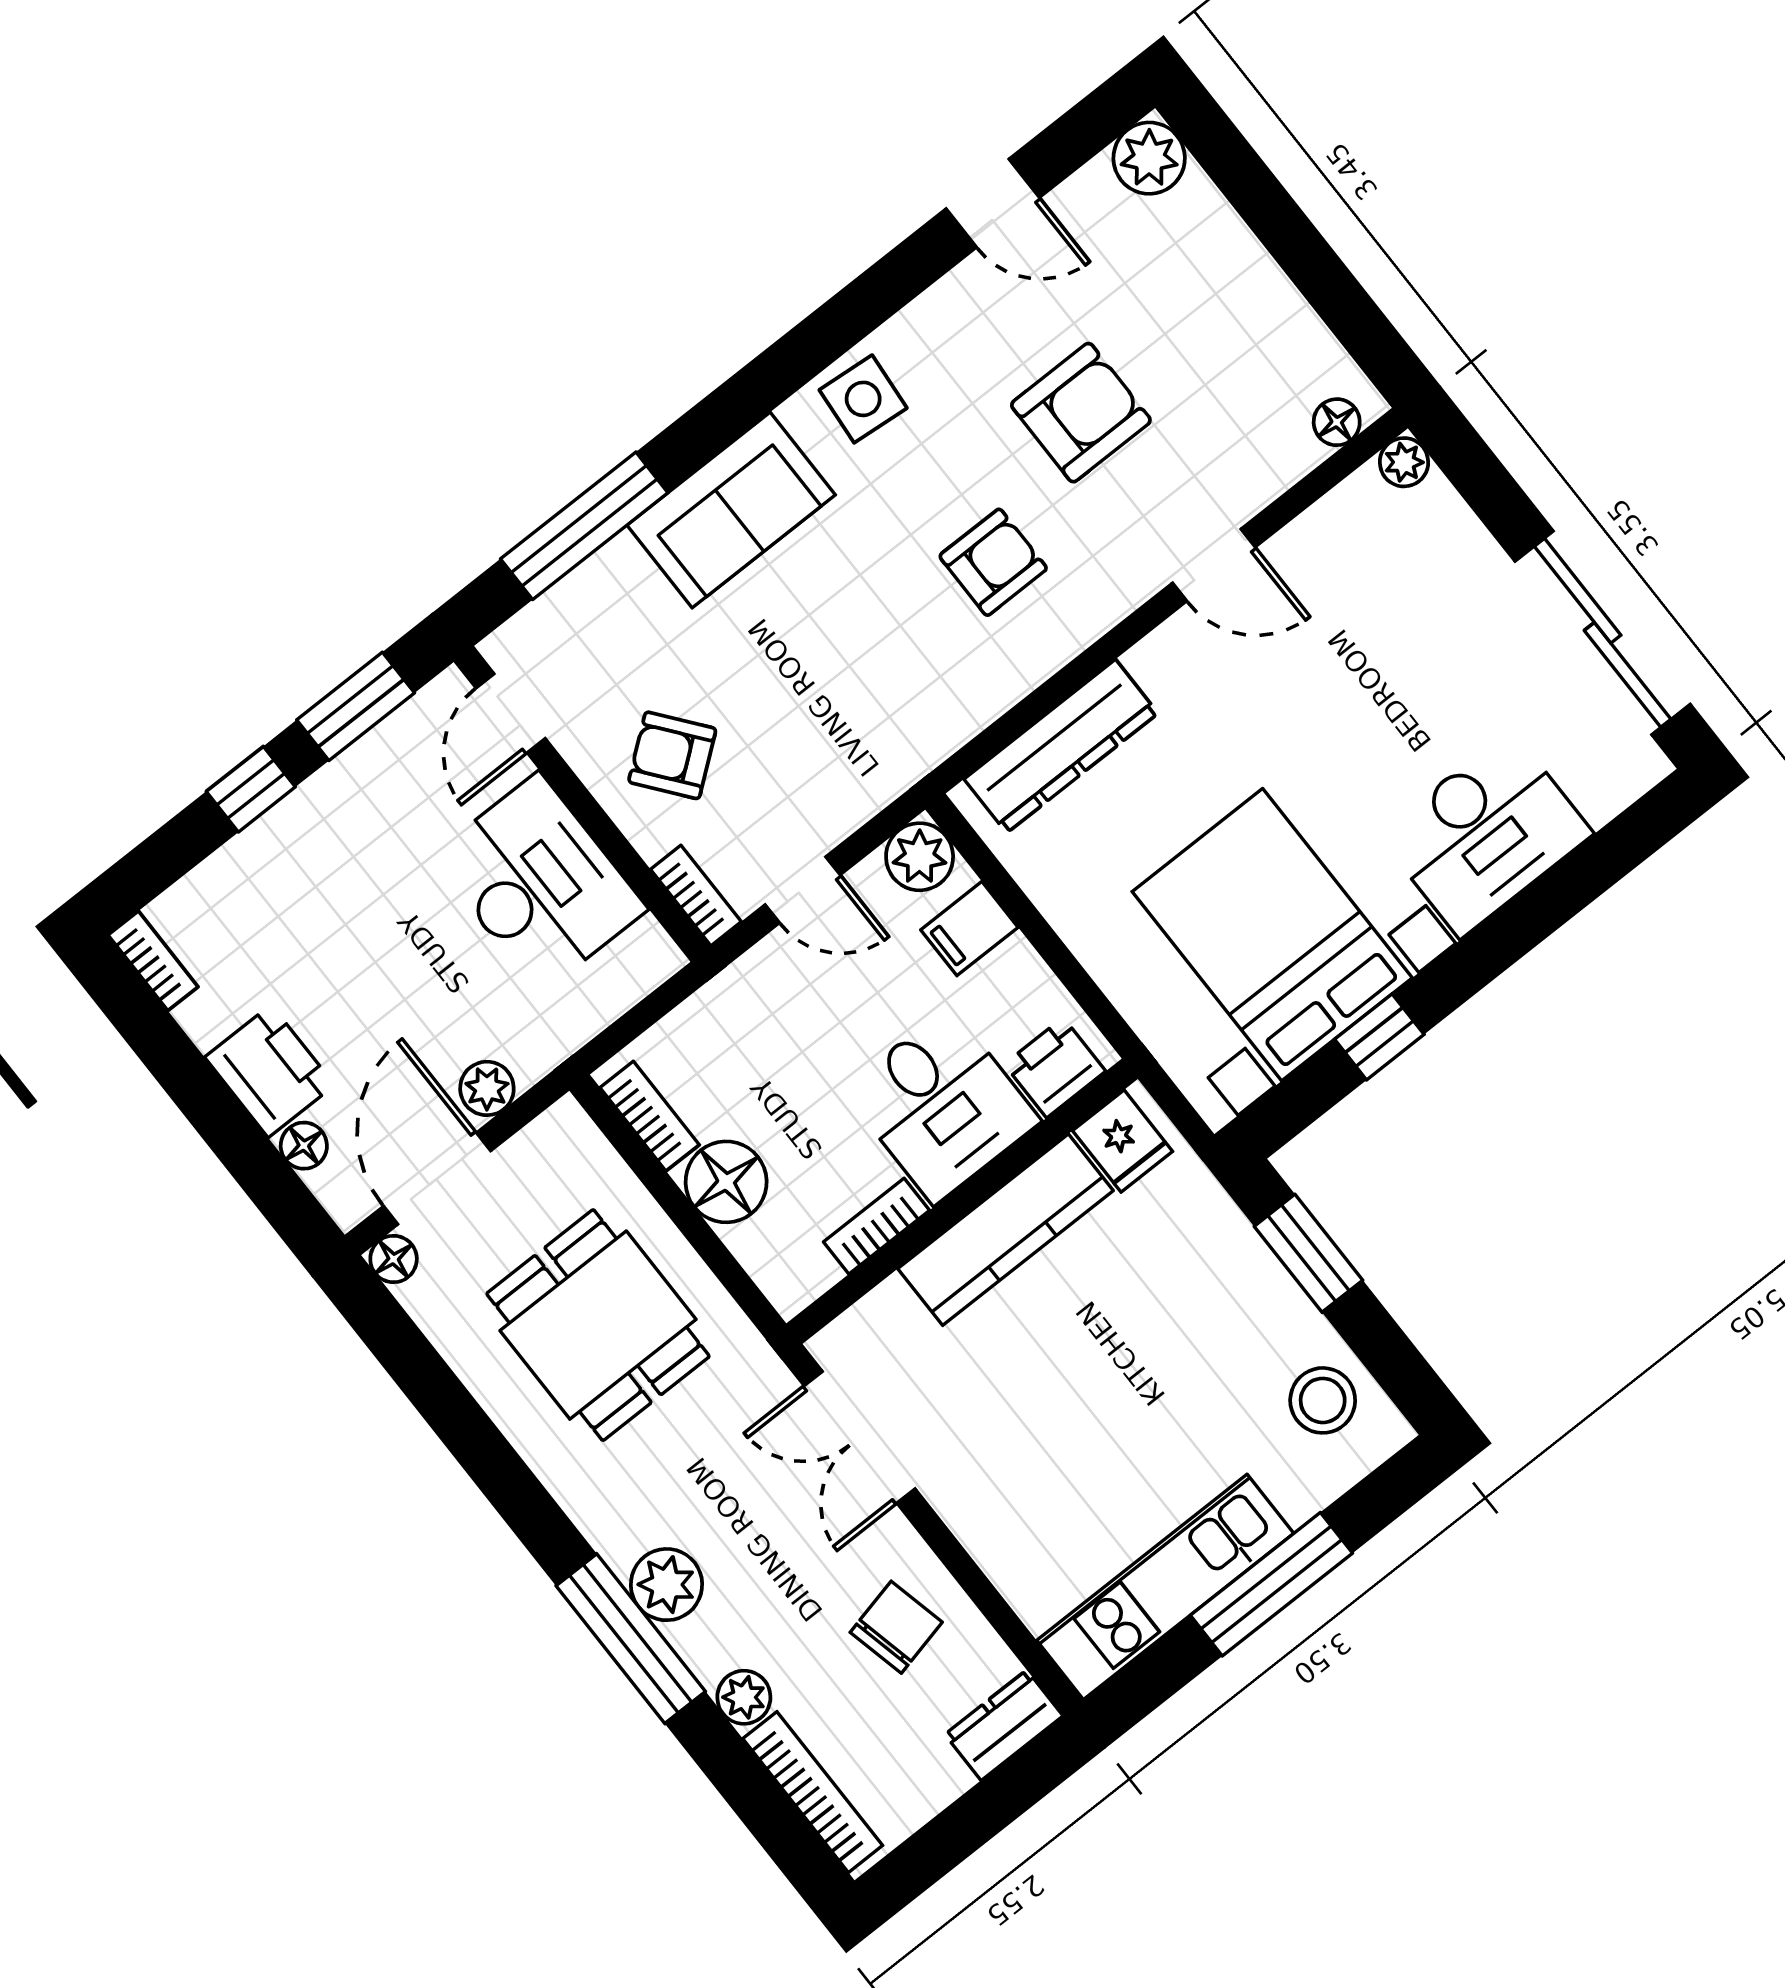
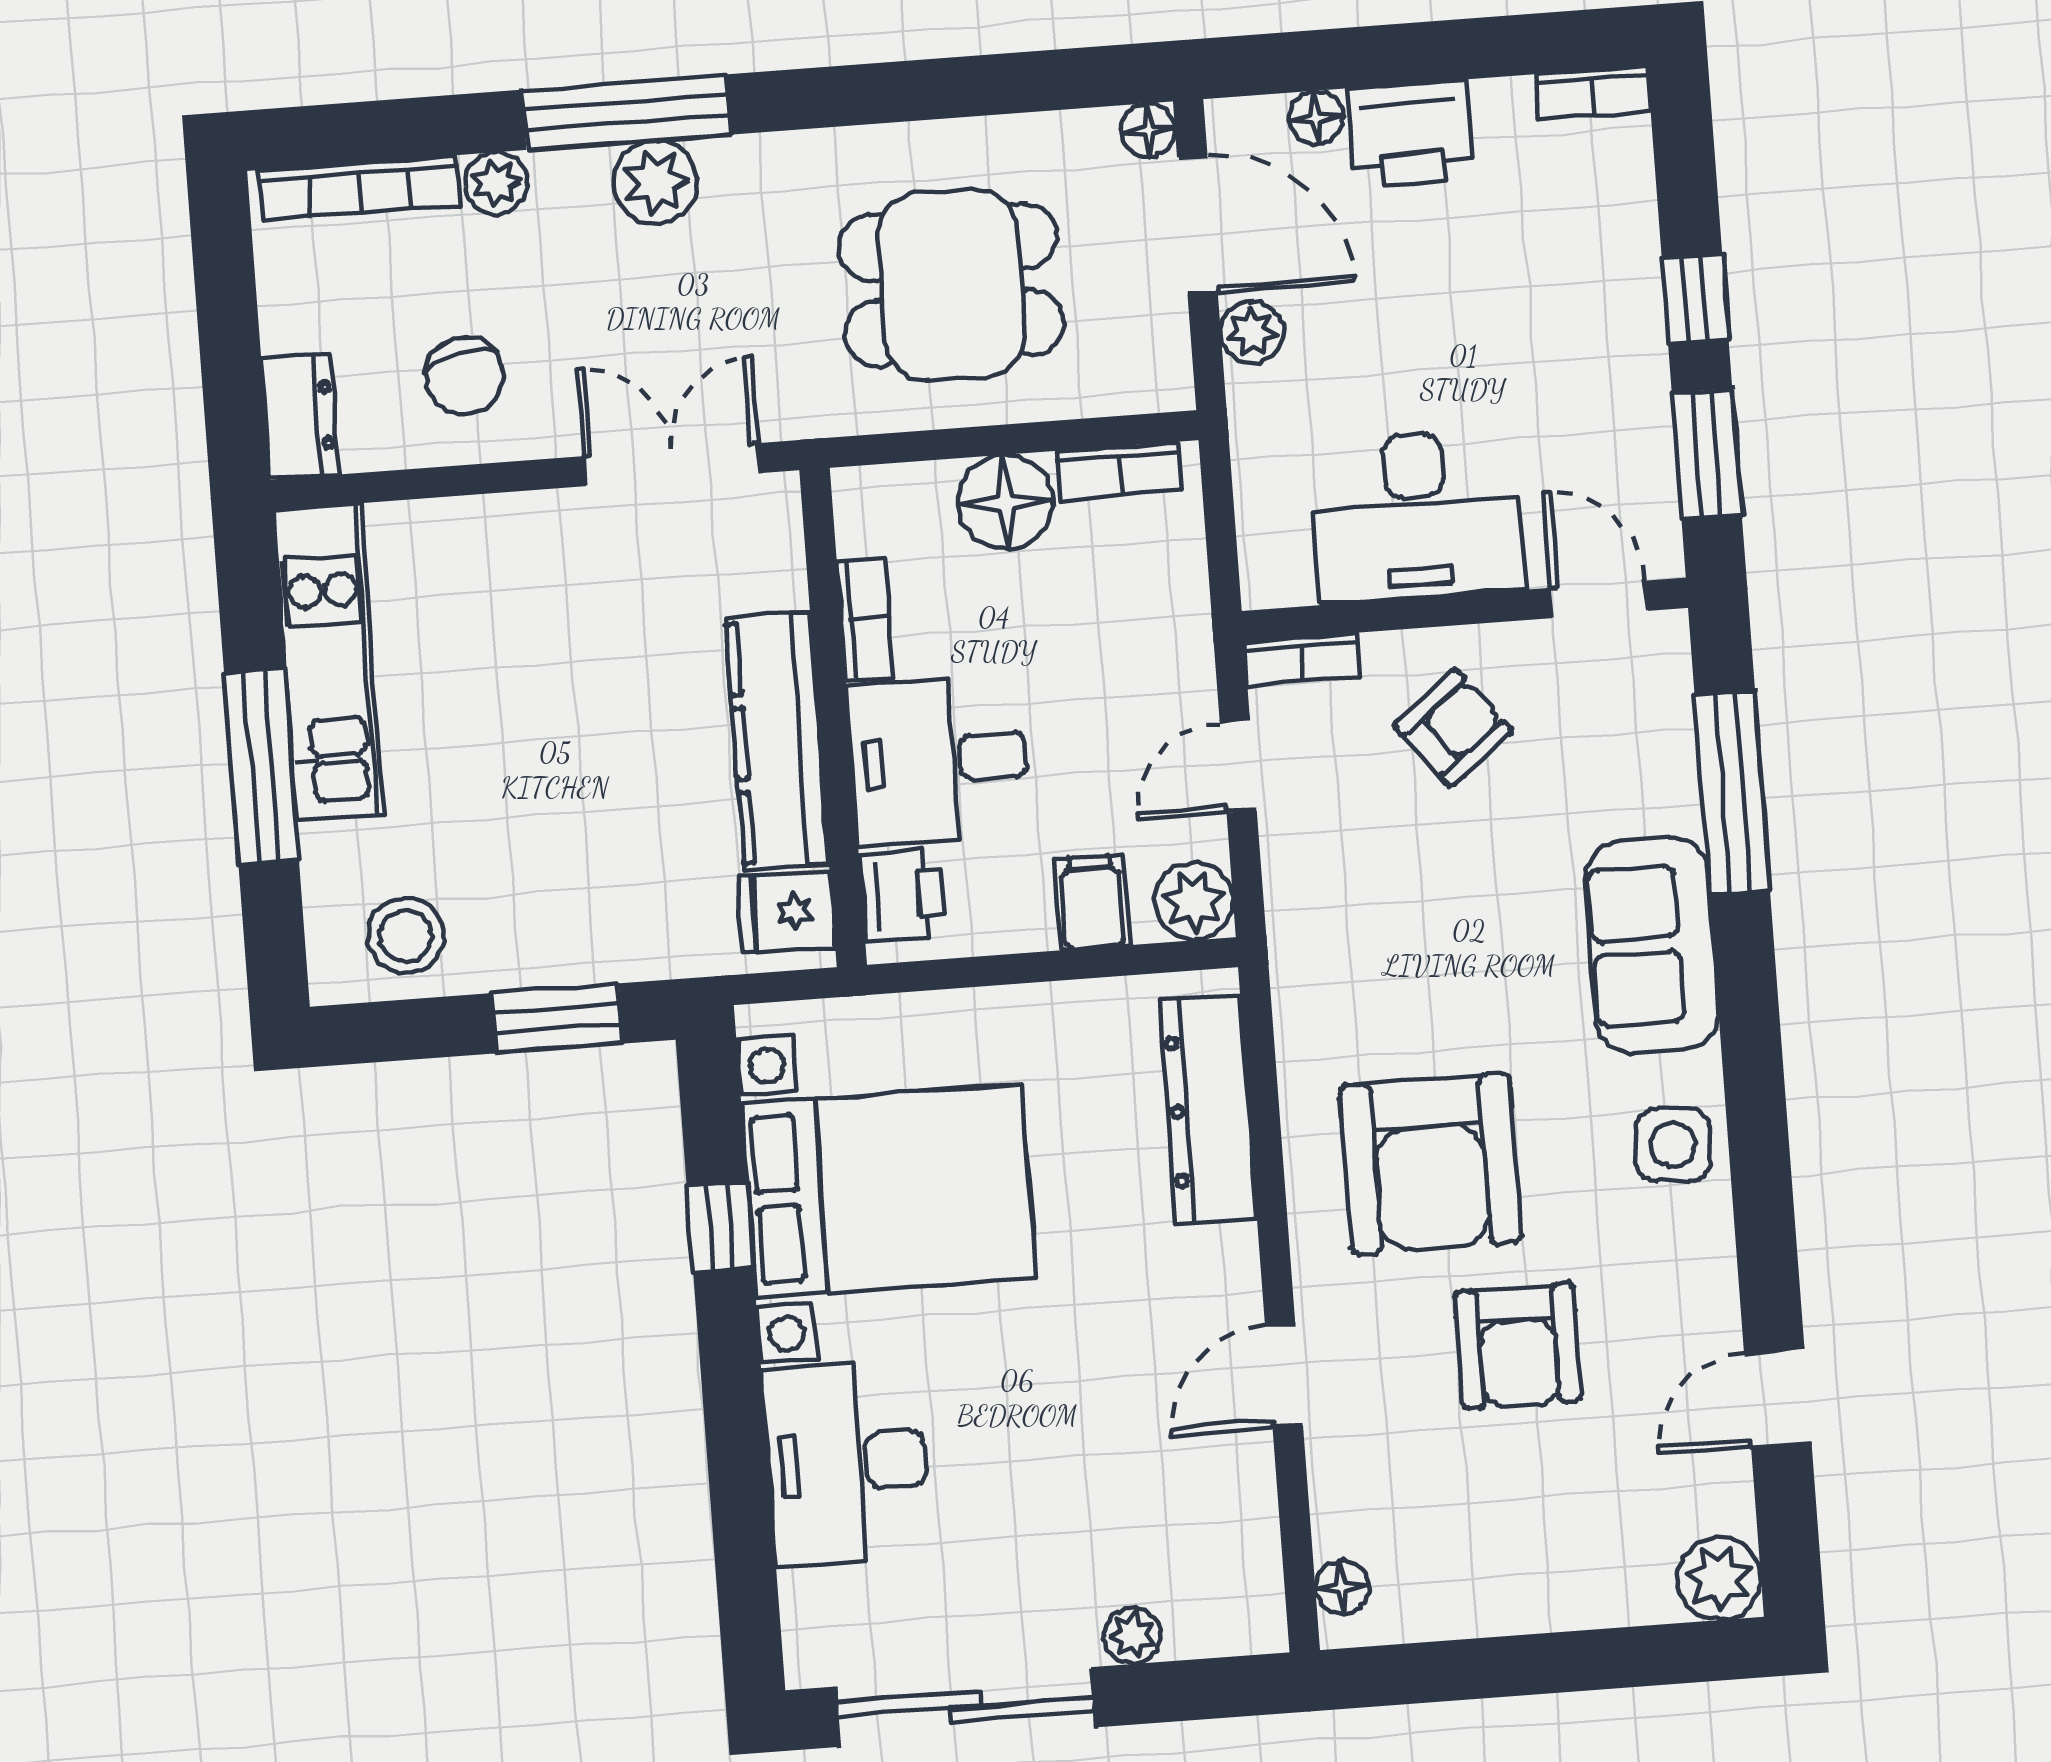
plant: (1404, 462) -> (1132, 1636), moved
armchair: (993, 562) -> (1431, 1164), width x1.88, depth x1.88

